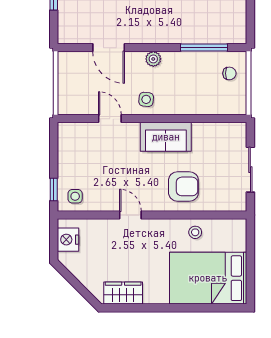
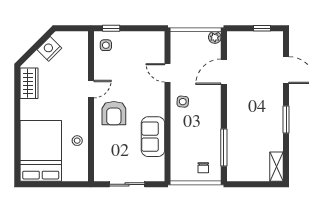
plant: (153, 59) -> (215, 37), moved
door: (110, 119) -> (168, 73), swing flipped
sofa: (166, 137) -> (153, 137), moved
armchair: (183, 186) -> (114, 113), moved
nightstand: (68, 240) -> (49, 49), moved, turned -45

